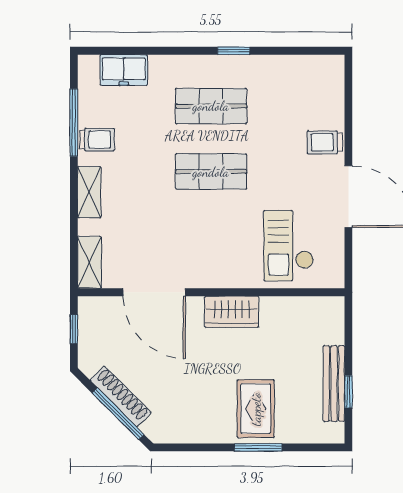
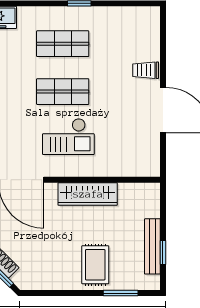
checkout: (289, 246) -> (68, 137), moved, turned -90
wardrobe: (232, 312) -> (88, 194), width x1.50
window: (258, 447) -> (121, 293), moved

